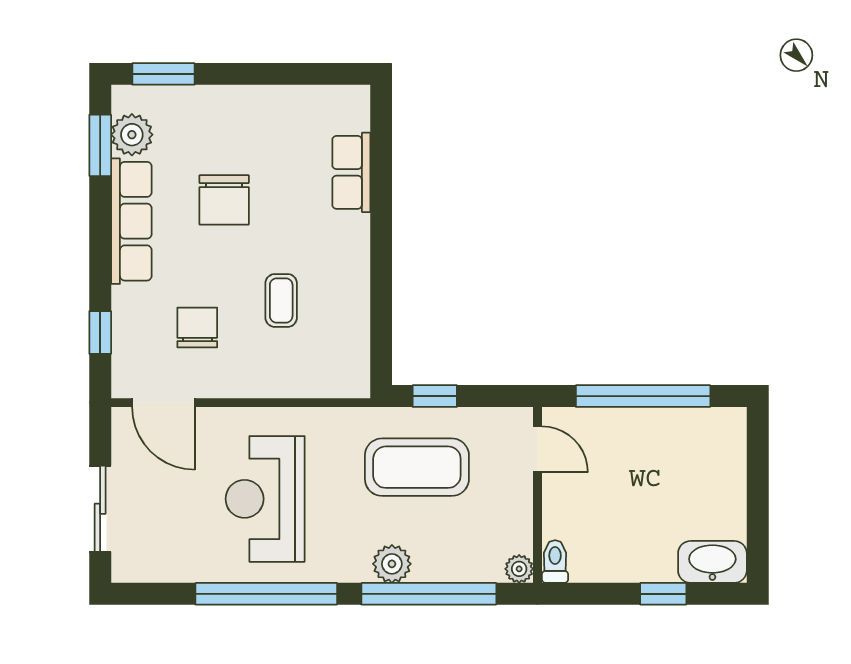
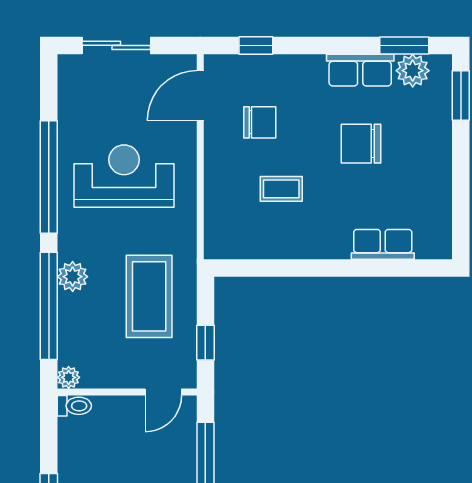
row of seats: (131, 221) -> (360, 70), width x0.68
window: (435, 396) -> (205, 343), moved

